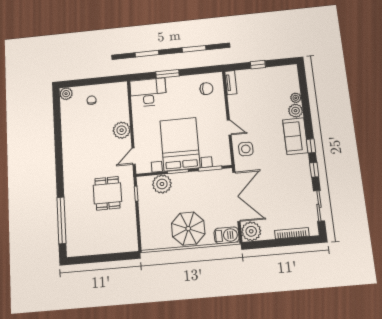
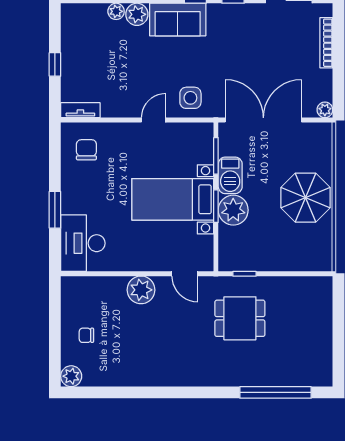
bed with nightstands: (180, 144) -> (173, 199), width x0.73
plant: (162, 184) -> (233, 210), moved
plant: (251, 231) -> (325, 110), width x0.53, depth x0.53
barbecue: (227, 235) -> (230, 175), moved, turned 180

